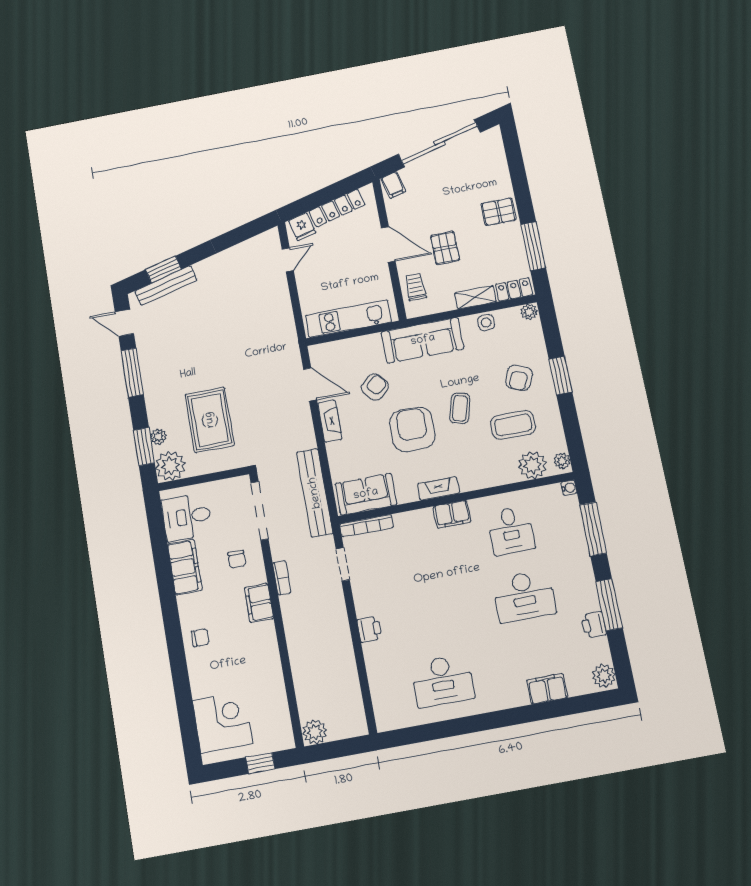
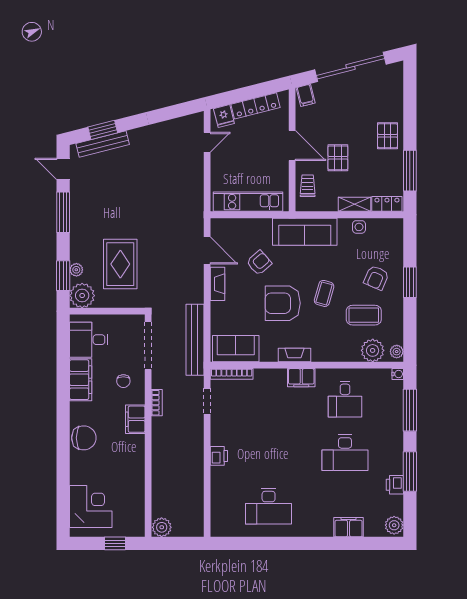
pallet: (499, 212) -> (388, 136), turned 90
plant: (529, 312) -> (395, 225), removed
armchair: (412, 429) -> (283, 303), turned -90
chair: (200, 638) -> (84, 438), width x1.87, depth x1.87

